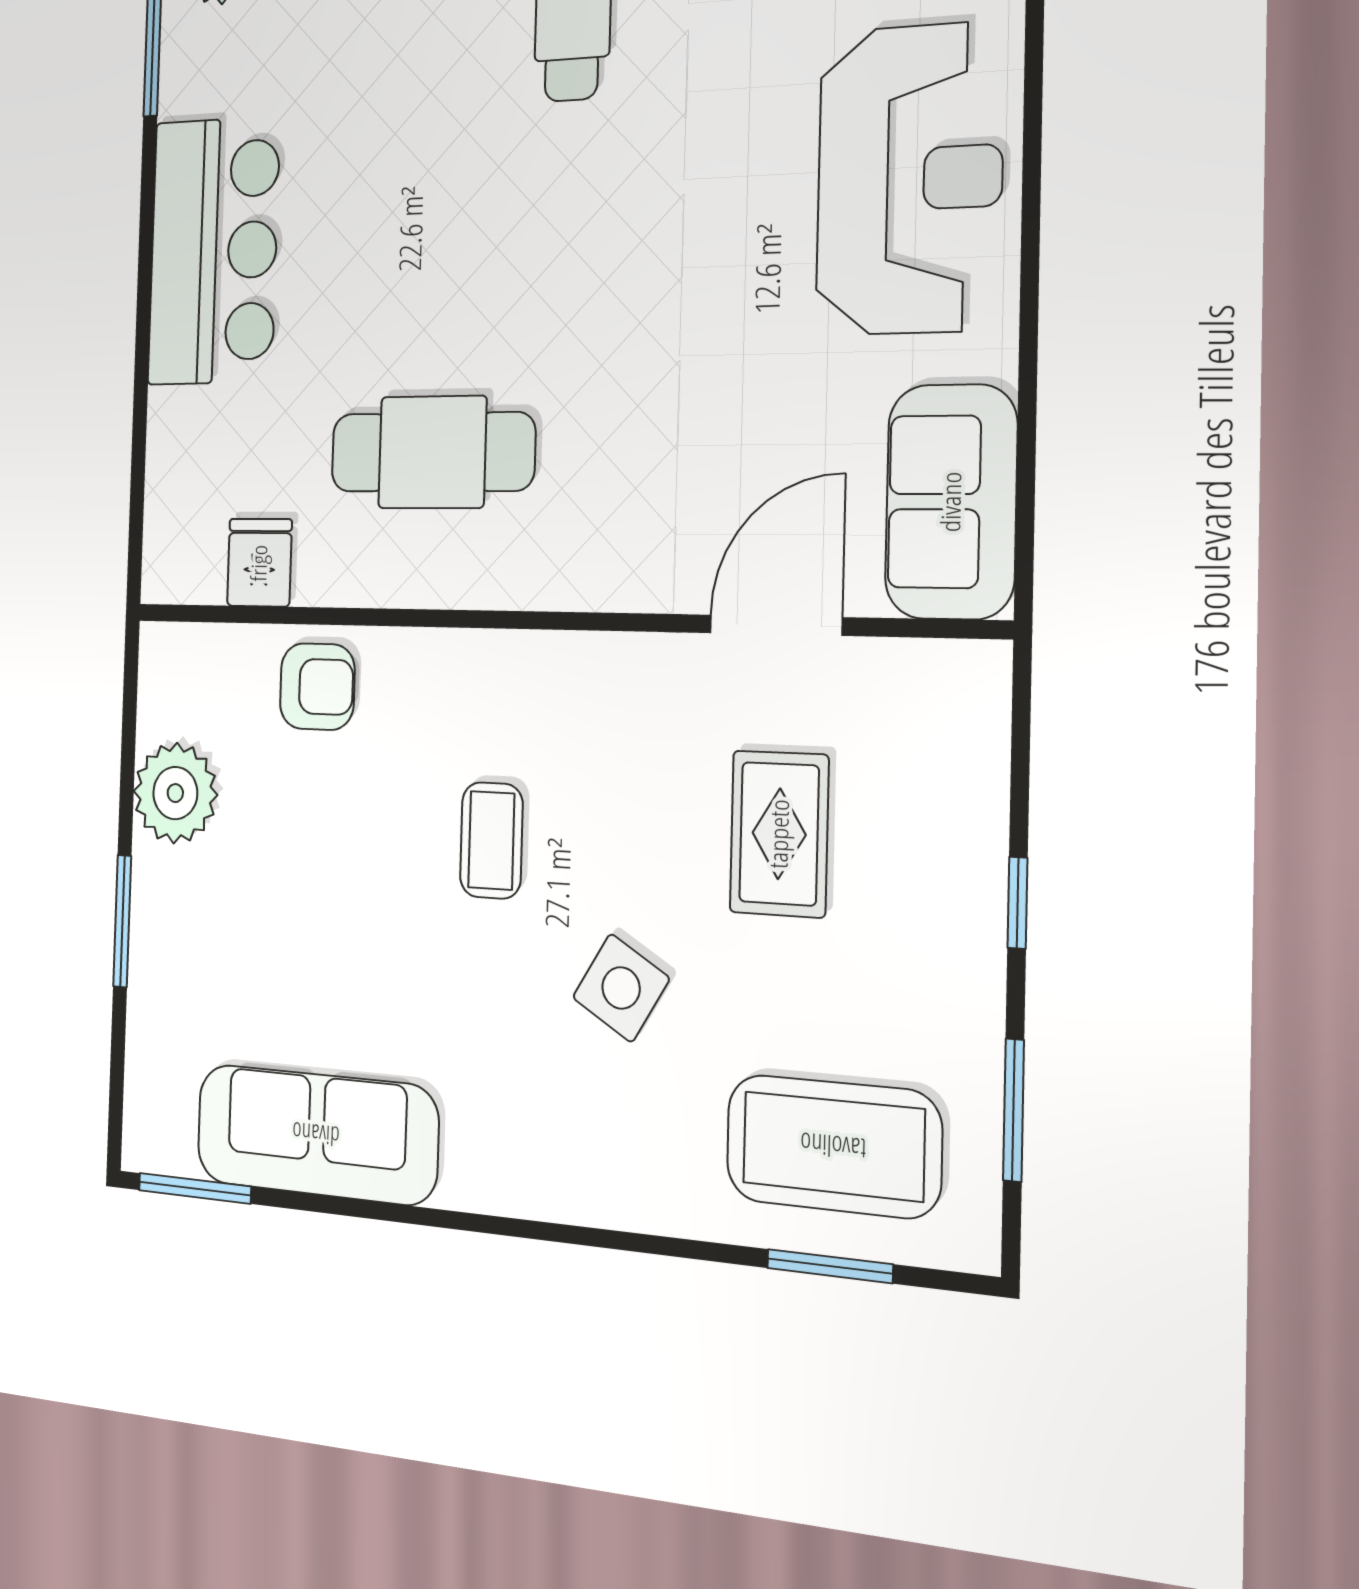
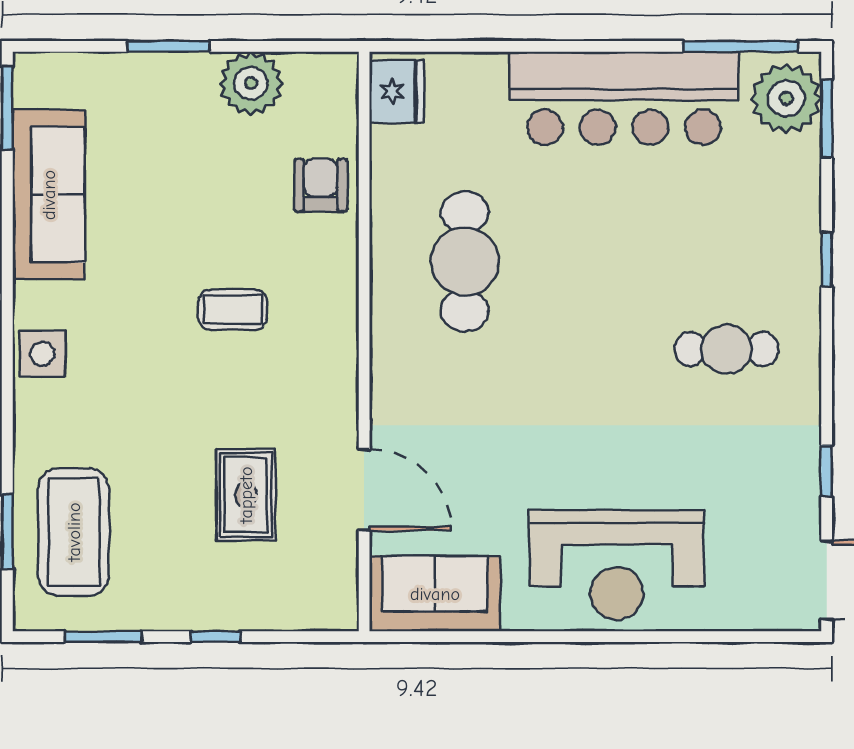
bar counter: (214, 251) -> (624, 98), width x1.36
fridge: (259, 563) -> (397, 92), moved, width x1.38
armchair: (317, 687) -> (321, 185), turned 180
rug: (779, 834) -> (246, 495), turned 90
side table: (621, 988) -> (42, 354), moved, turned -31

